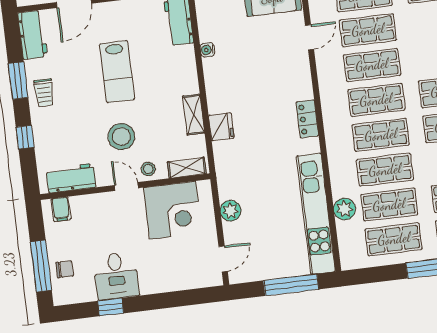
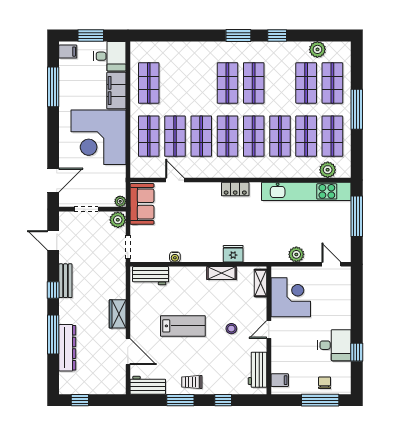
trolley: (44, 93) -> (192, 382), turned 180
stool: (121, 137) -> (231, 329), width x0.53, depth x0.53
stool: (148, 169) -> (258, 312), removed
plant: (345, 209) -> (328, 170), moved

